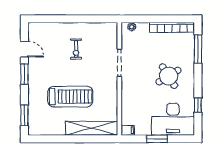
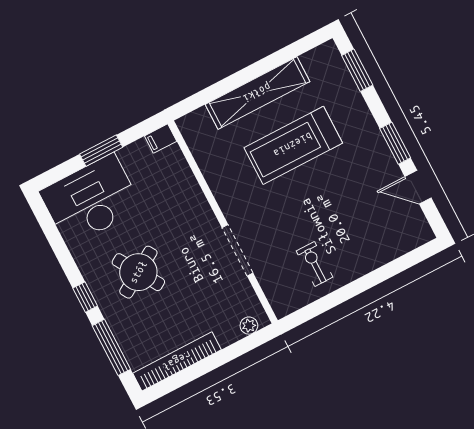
exercise bike: (76, 49) -> (315, 264), moved
window: (198, 105) -> (85, 297), moved
shelving: (91, 128) -> (257, 93), moved

